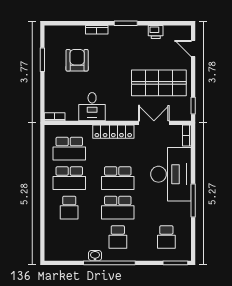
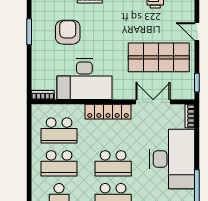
door: (193, 48) -> (197, 32), moved
desk: (92, 107) -> (84, 79), width x1.87, depth x1.30

